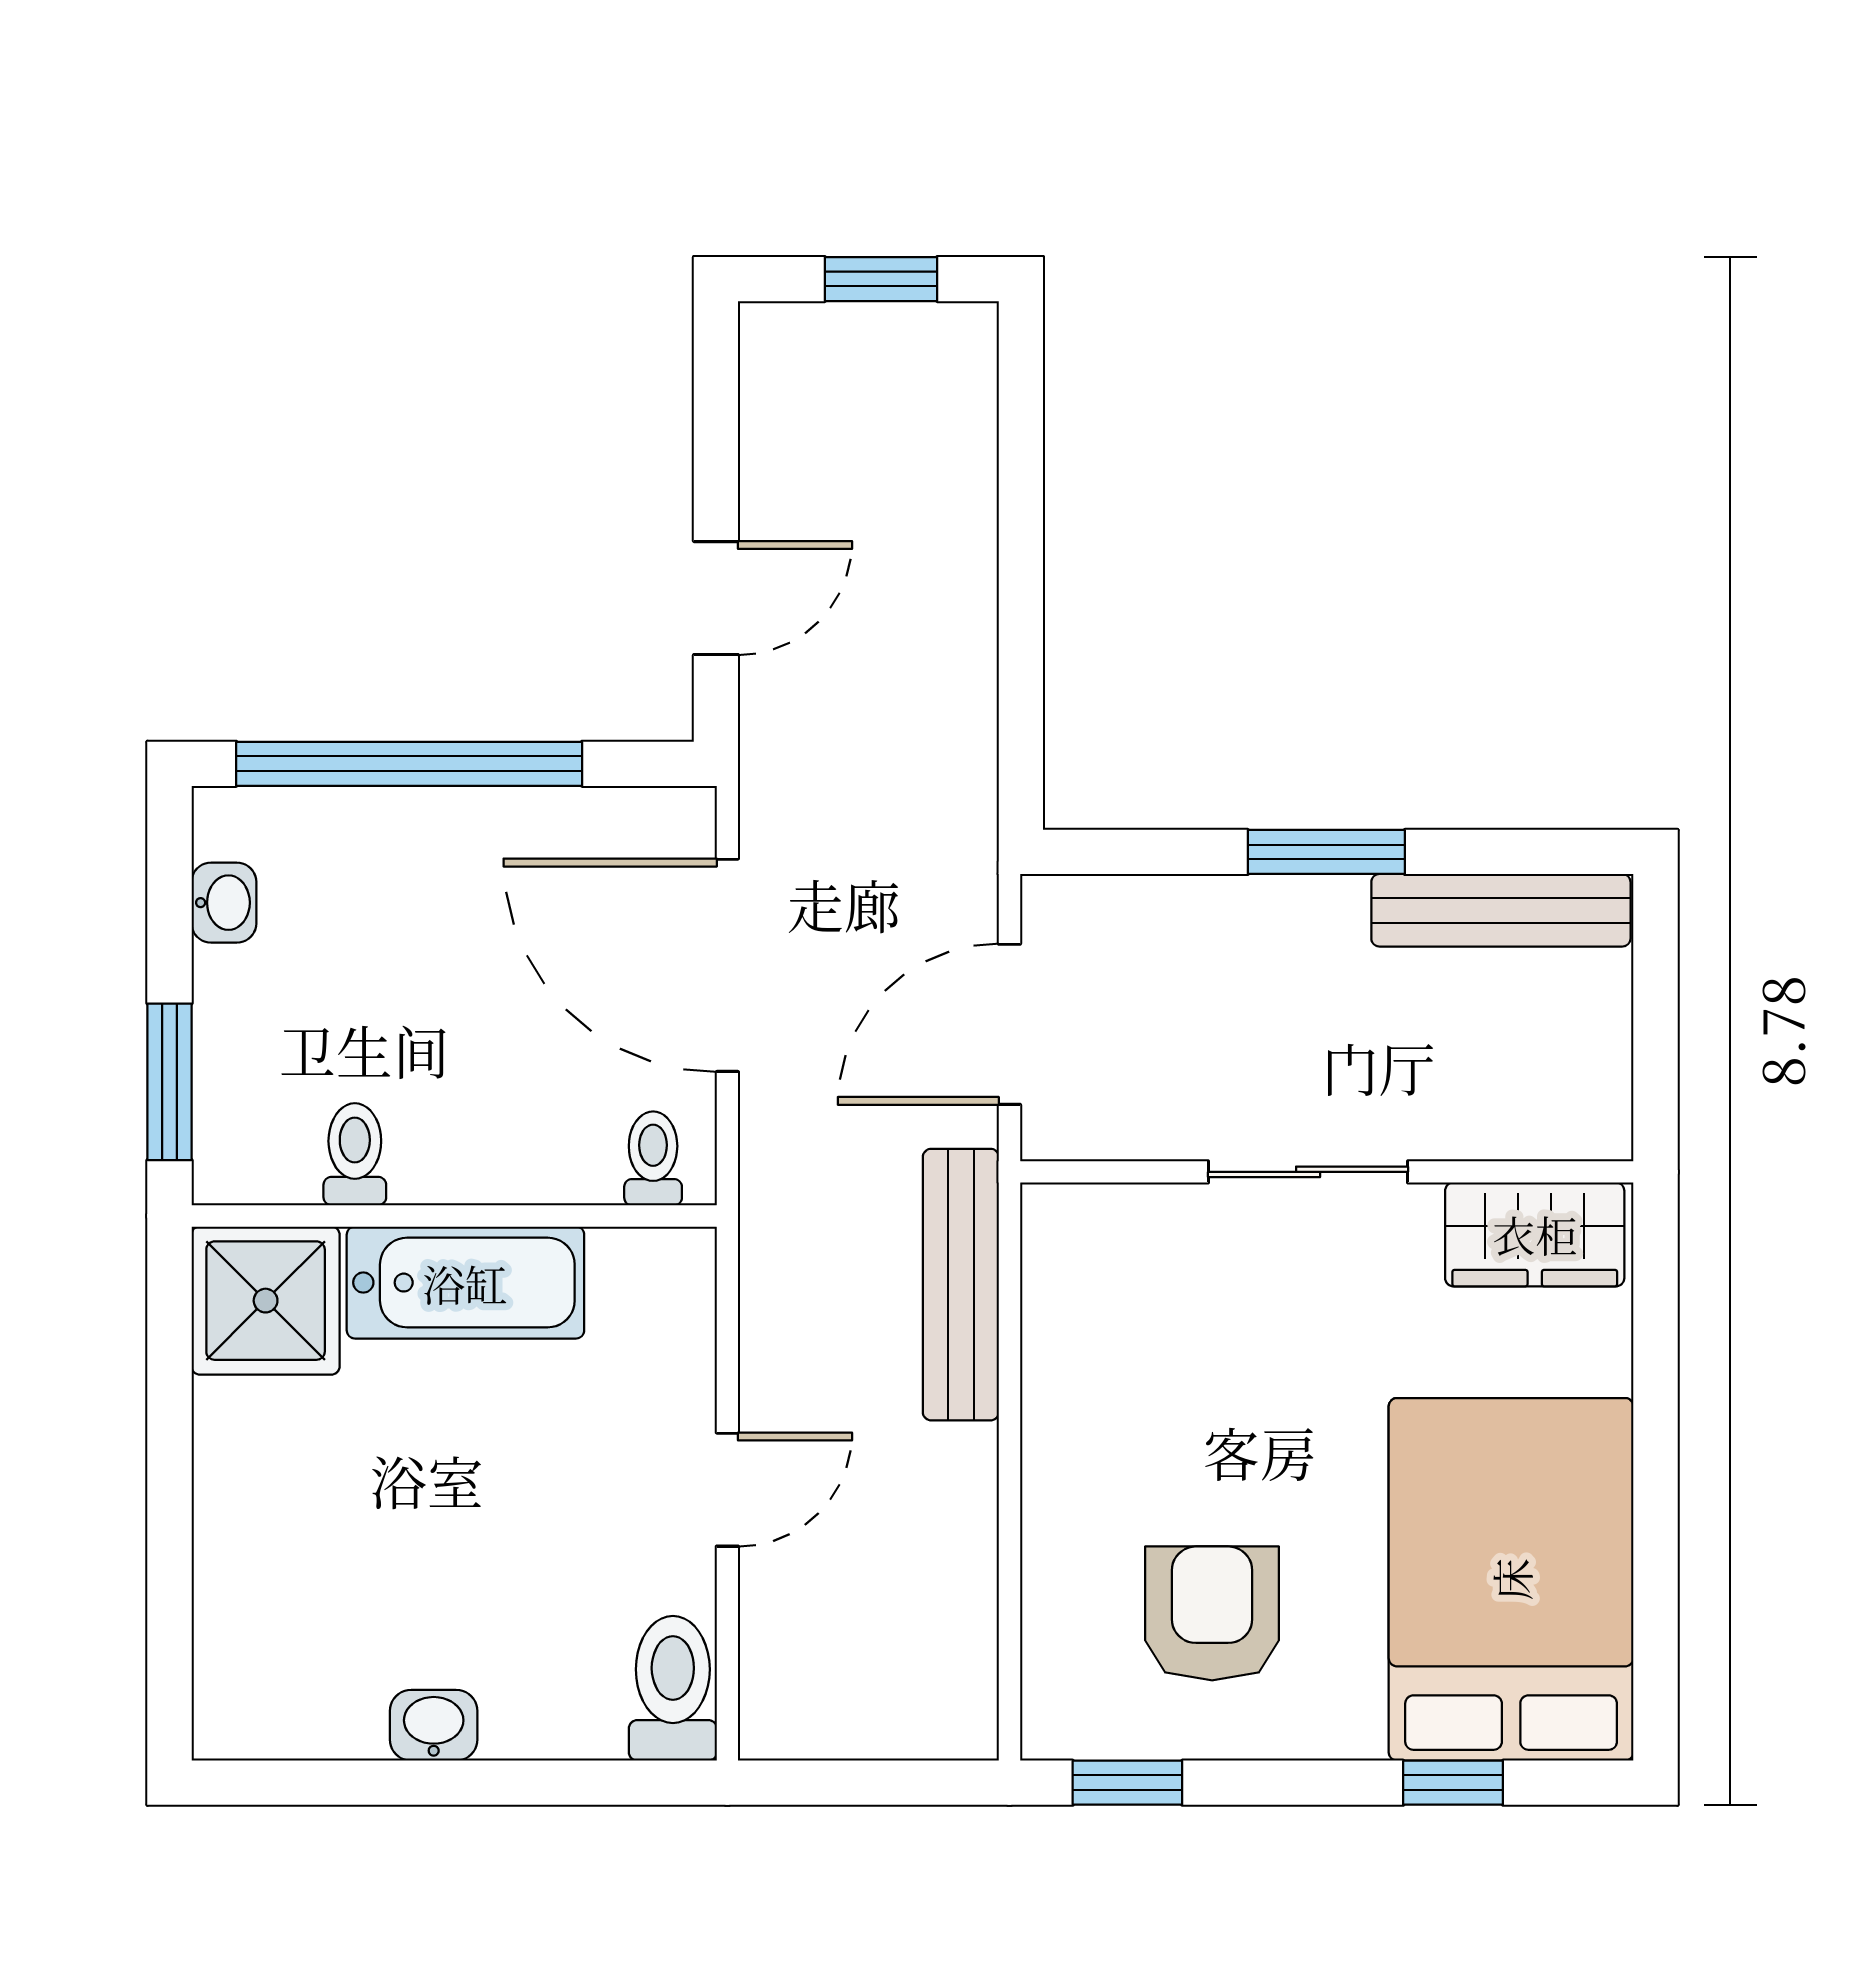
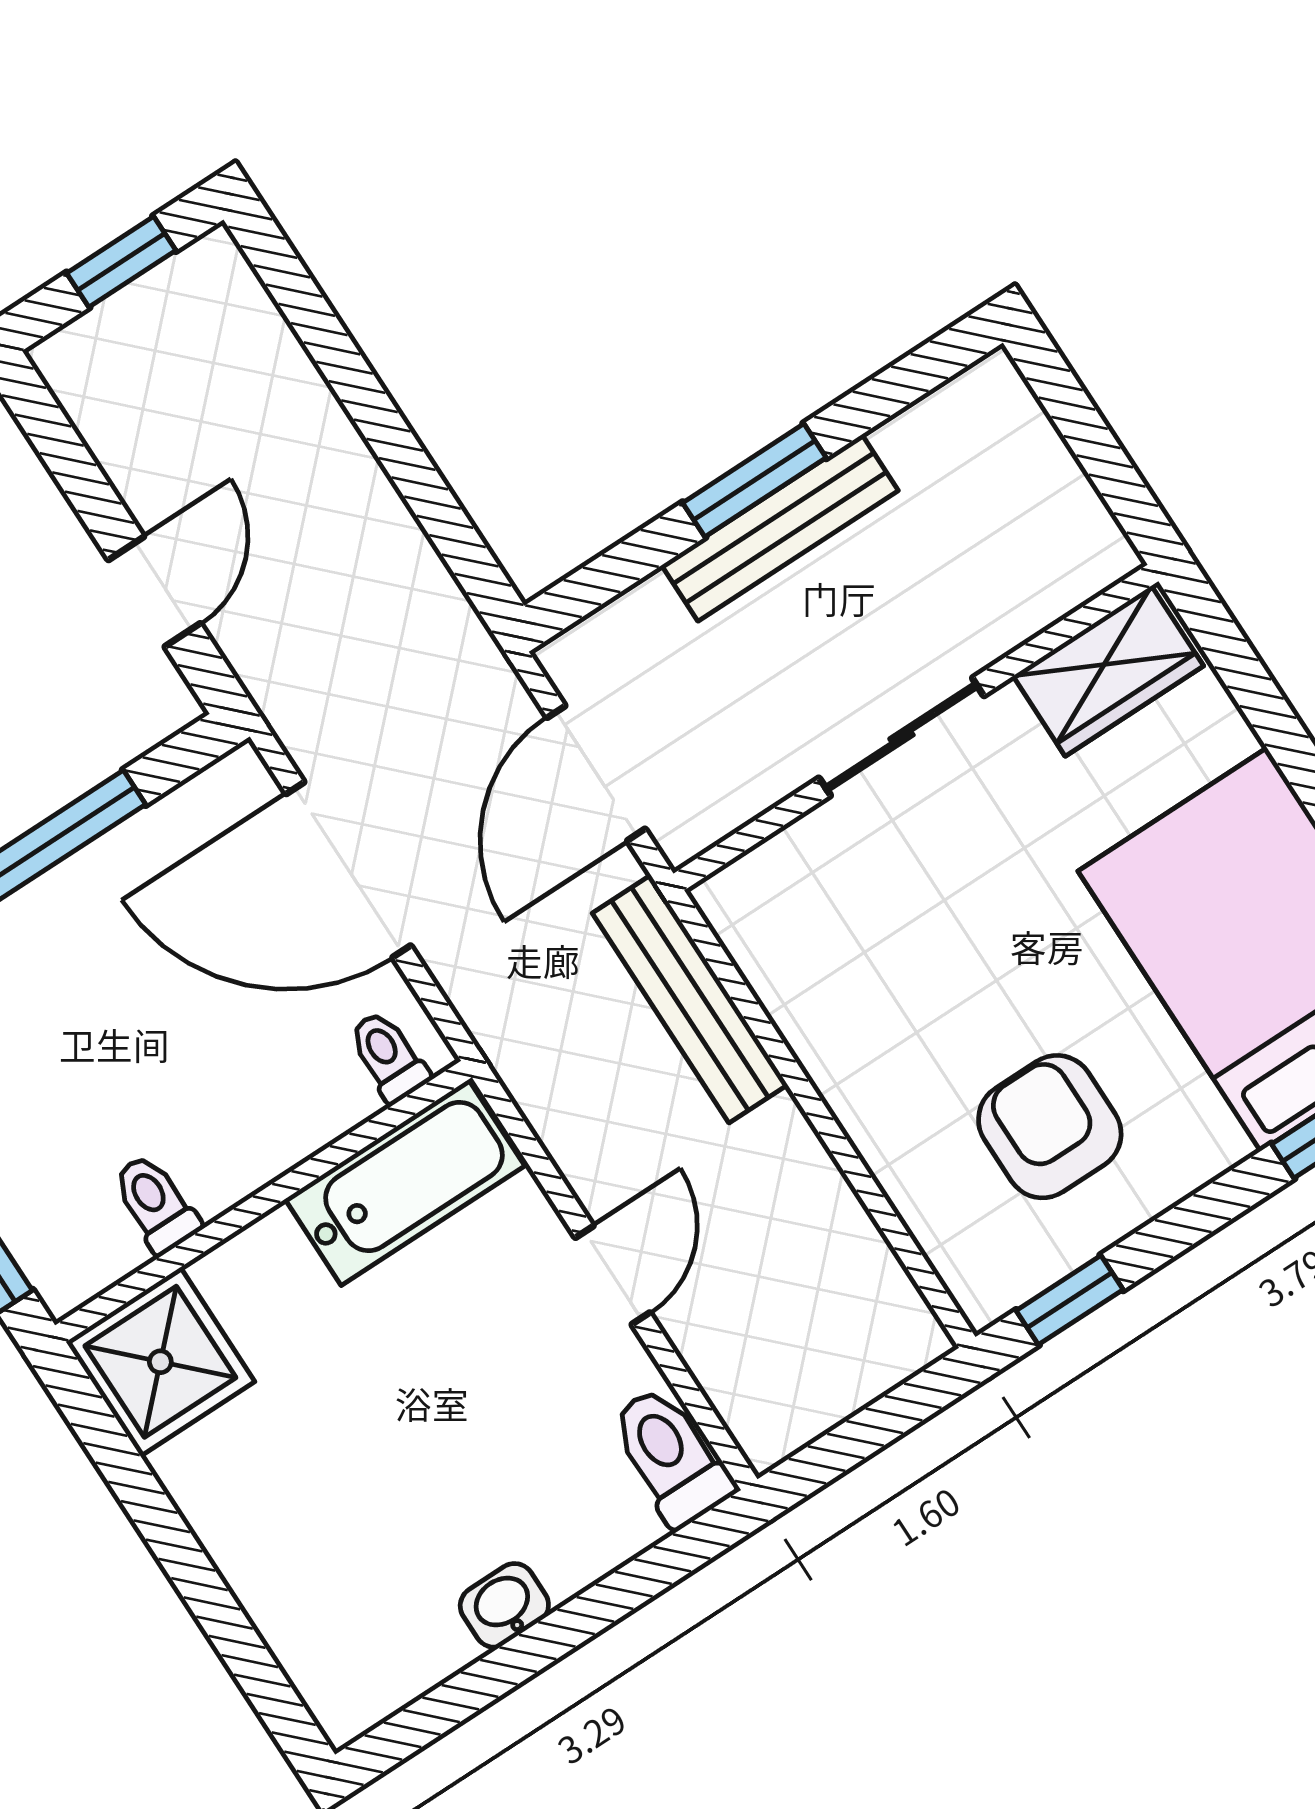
bench: (1501, 910) -> (780, 528), moved
bathtub: (465, 1283) -> (405, 1183), moved

